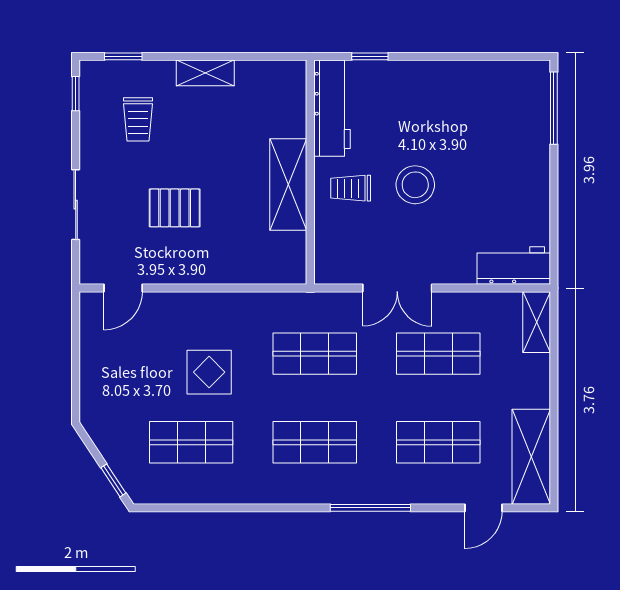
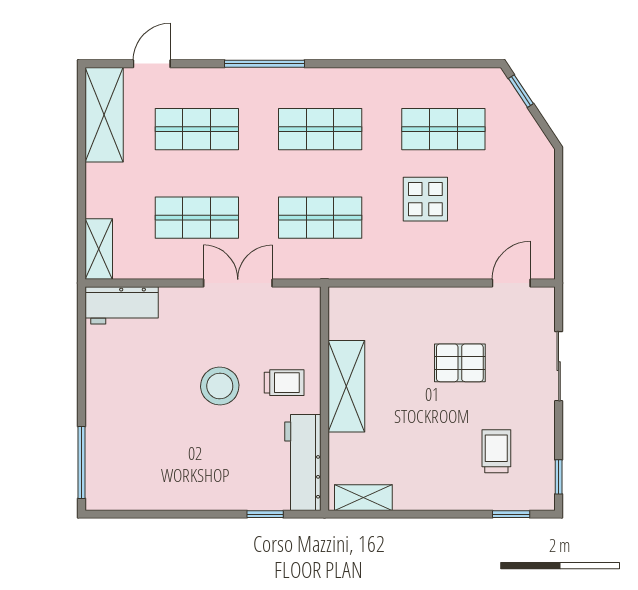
shelving: (205, 73) -> (363, 498), moved

